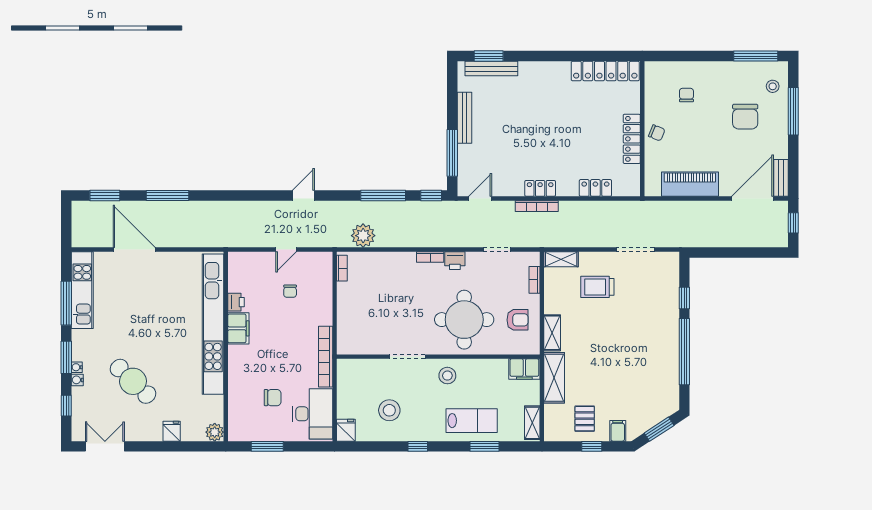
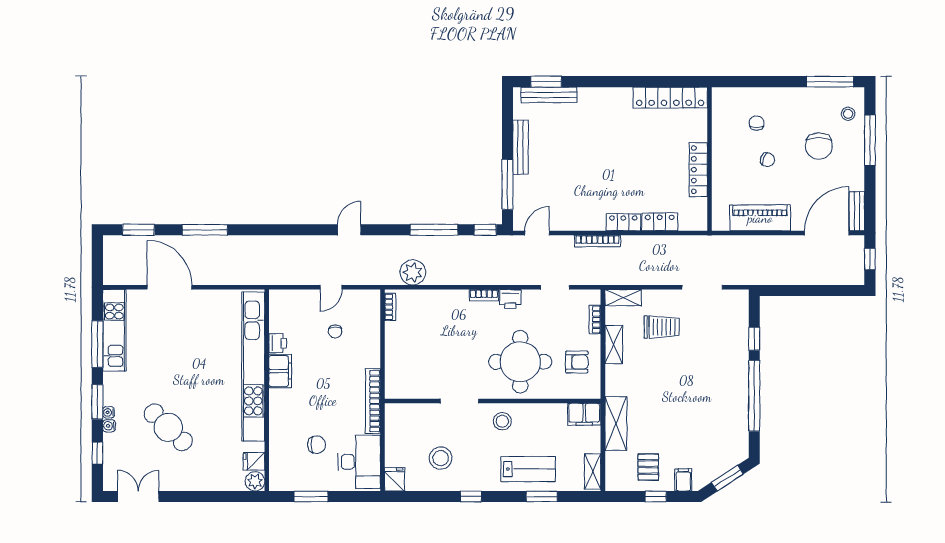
chair: (657, 133) -> (768, 160), moved
locker: (540, 188) -> (623, 222), moved
trolley: (597, 287) -> (662, 327), turned 180
shelving: (552, 333) -> (614, 344), moved
fridge: (172, 431) -> (254, 461), moved, turned -90

